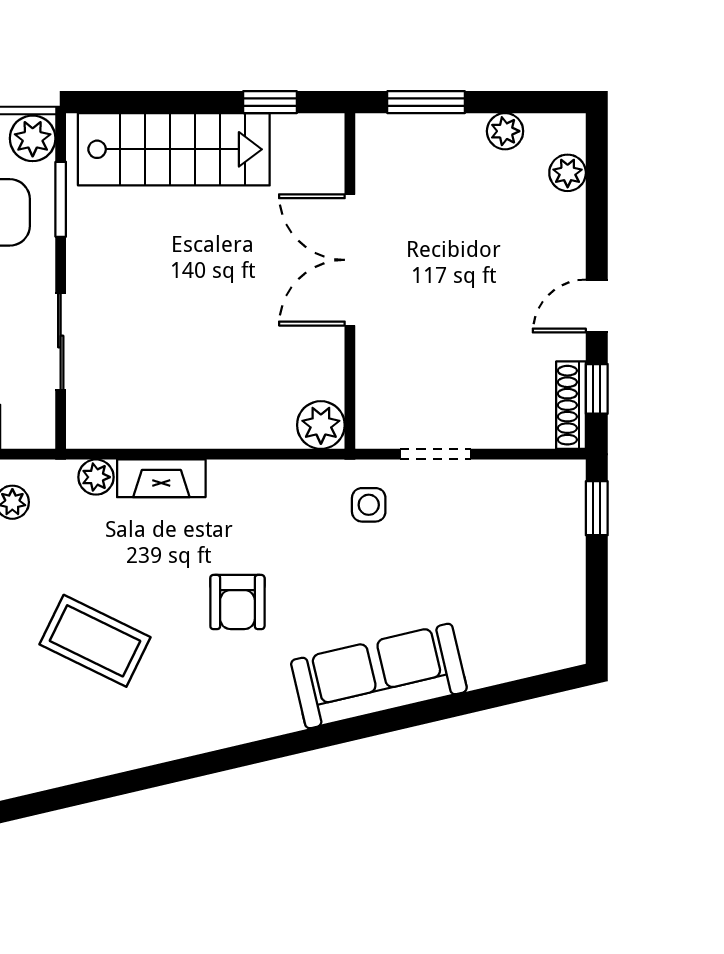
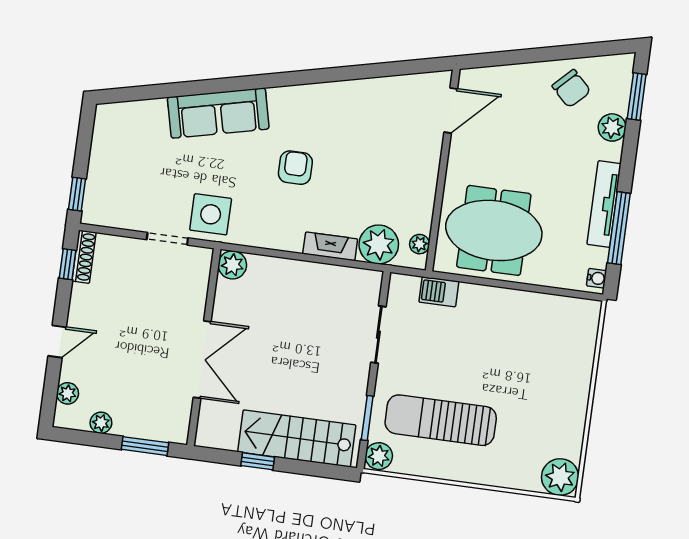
window: (270, 102) -> (258, 461), moved
door: (597, 306) -> (57, 341), moved
plant: (96, 477) -> (379, 244), width x1.87, depth x1.87
side table: (369, 505) -> (211, 214), width x1.87, depth x1.87
coffee table: (95, 641) -> (382, 156), removed

